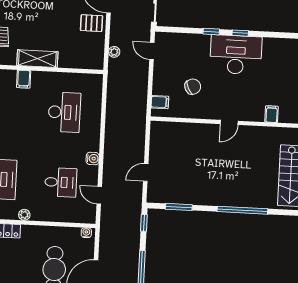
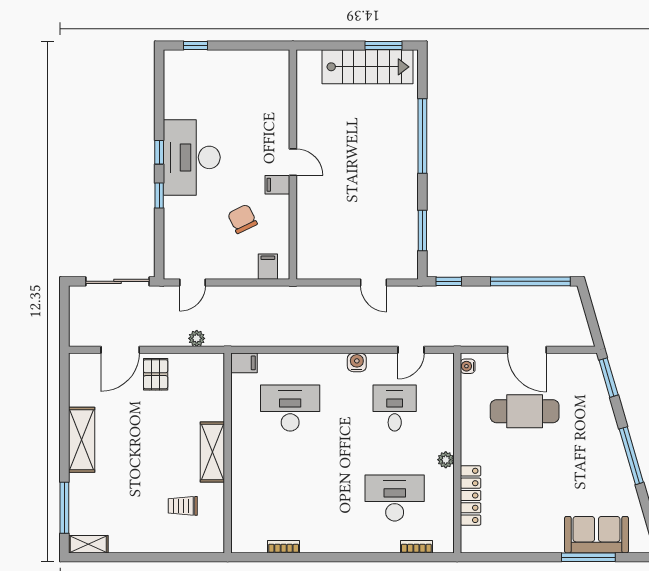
filing cabinet: (24, 79) -> (244, 363), moved
filing cabinet: (272, 114) -> (277, 185), moved

